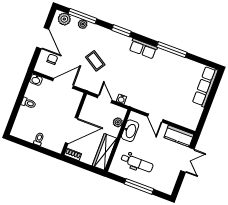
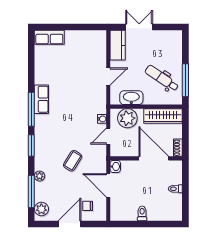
plant: (83, 24) -> (40, 176), moved
row of seats: (143, 49) -> (41, 99), moved
window: (172, 50) -> (31, 109), moved
washbasin: (36, 80) -> (115, 166), moved
row of seats: (205, 86) -> (49, 37), width x0.68
plant: (118, 122) -> (127, 118), width x1.87, depth x1.87
dental chair: (137, 163) -> (162, 78), turned -56
window: (139, 186) -> (185, 80), moved

